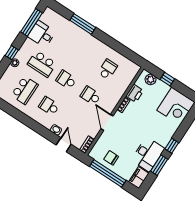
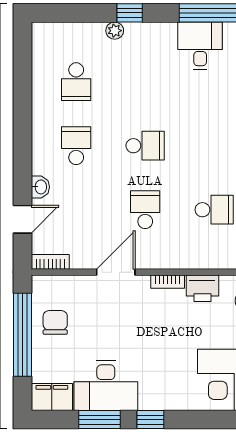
school desk: (42, 64) -> (145, 82), removed
school desk: (66, 80) -> (145, 146), turned 90
school desk: (25, 90) -> (76, 82), width x0.54

